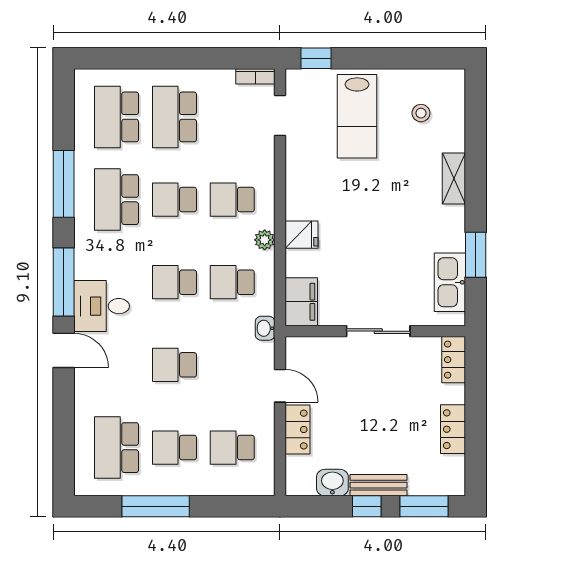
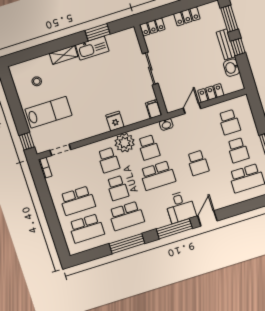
plant: (265, 240) -> (125, 143), width x1.88, depth x1.88
school desk: (174, 282) -> (158, 175), width x1.85
kitchen sink: (450, 282) -> (92, 48), moved
filing cabinet: (301, 302) -> (154, 109), width x0.50

